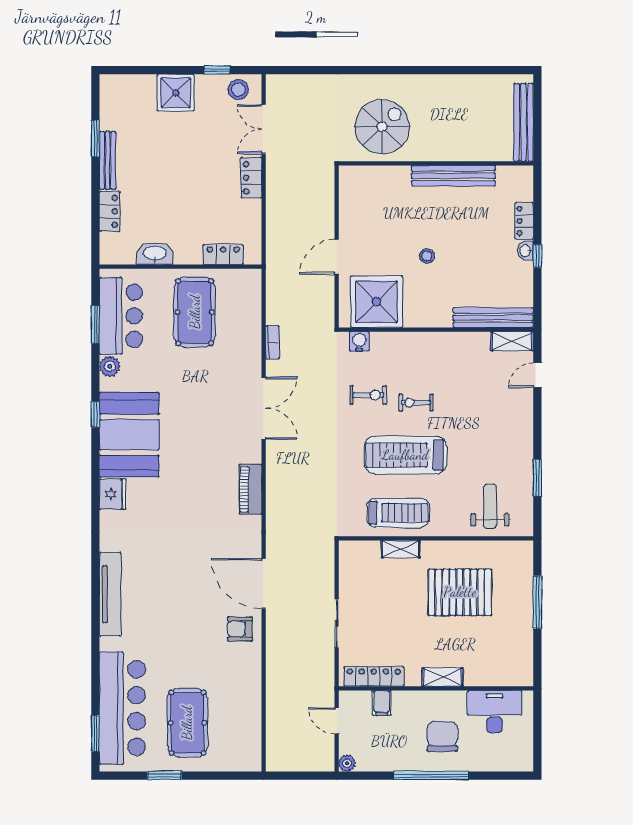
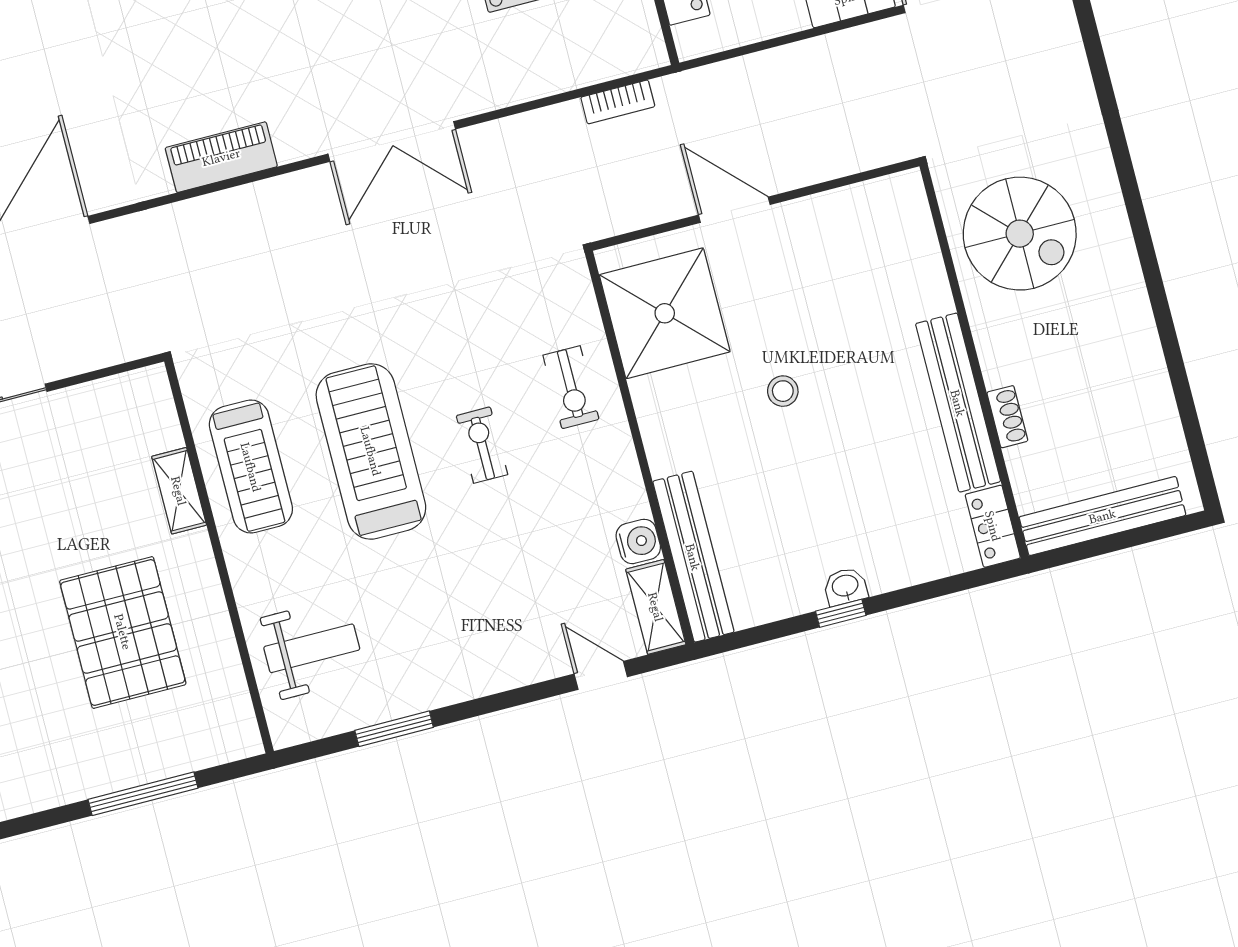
shoe rack: (466, 155) -> (1007, 417), added
locker: (524, 221) -> (993, 526), moved, turned -90
water cooler: (359, 341) -> (638, 541), moved
bookcase: (272, 342) -> (618, 102), moved
exercise bike: (368, 395) -> (571, 387), moved

